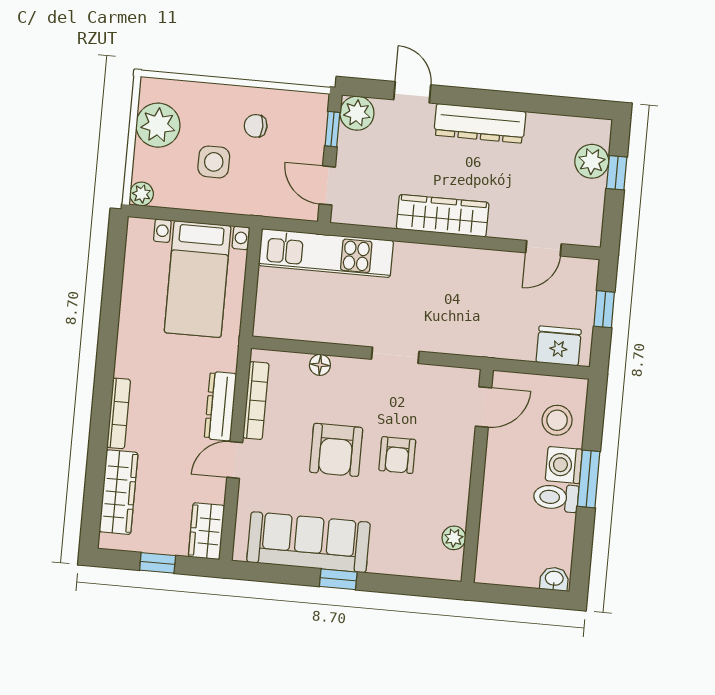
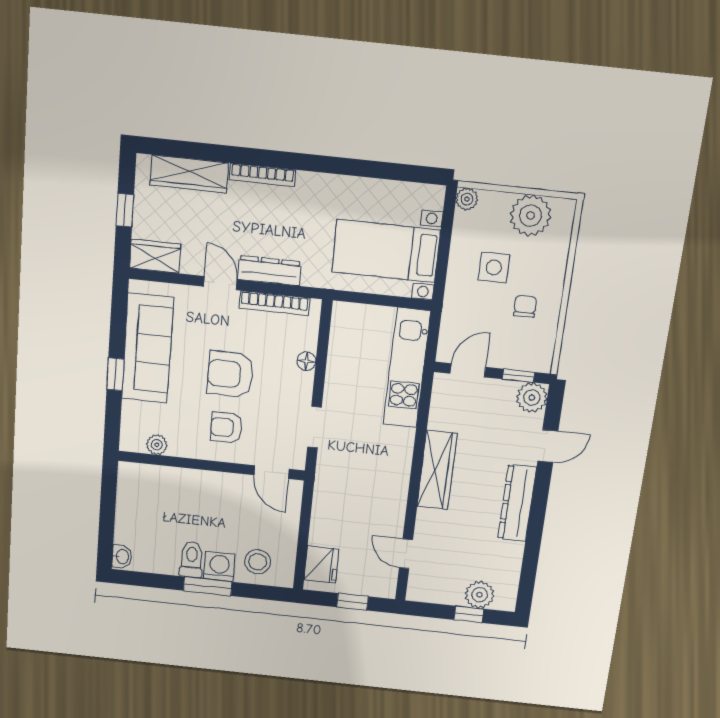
door: (484, 407) -> (272, 472), moved
wall: (477, 476) -> (211, 466), moved
plant: (454, 538) -> (157, 445), moved

